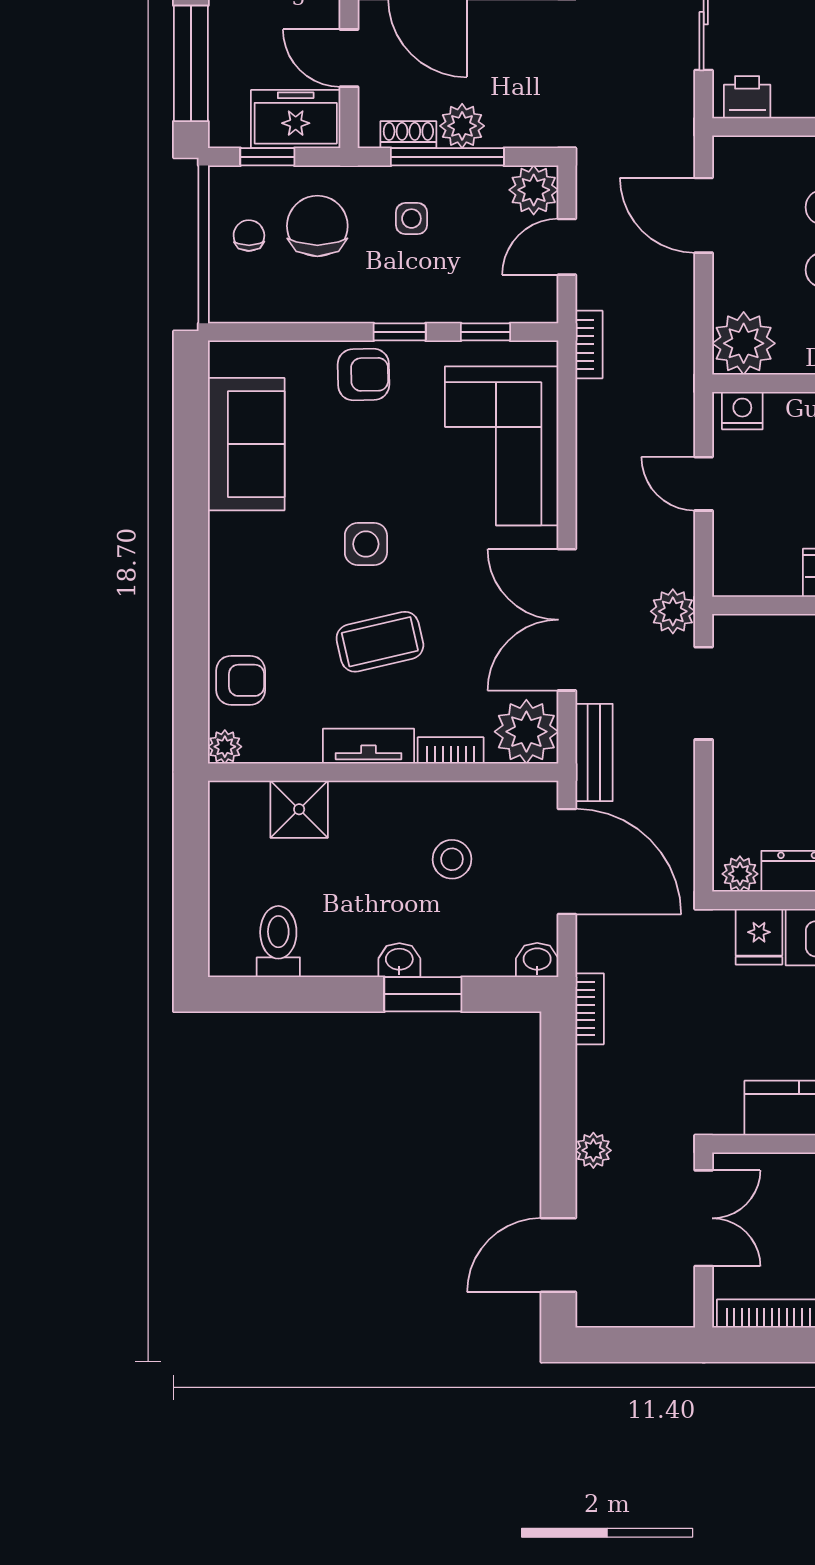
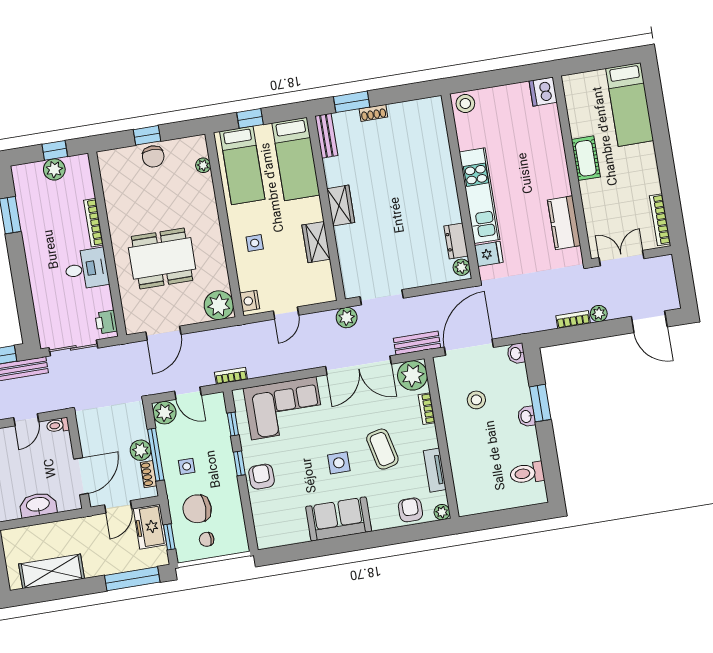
sofa: (246, 444) -> (339, 519), moved
tv unit: (368, 746) -> (435, 470), moved
shower: (299, 809) -> (465, 473), removed
bookcase: (590, 1009) -> (573, 319), moved

